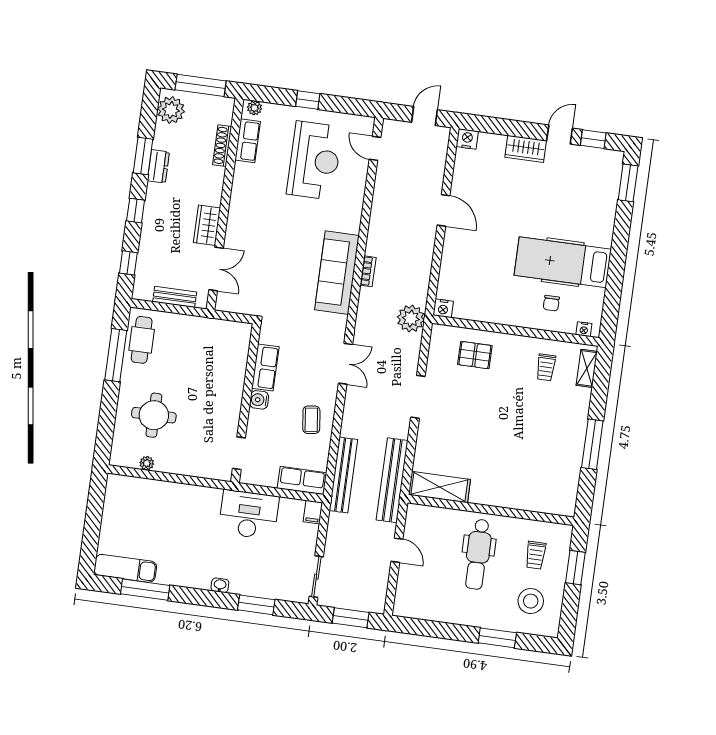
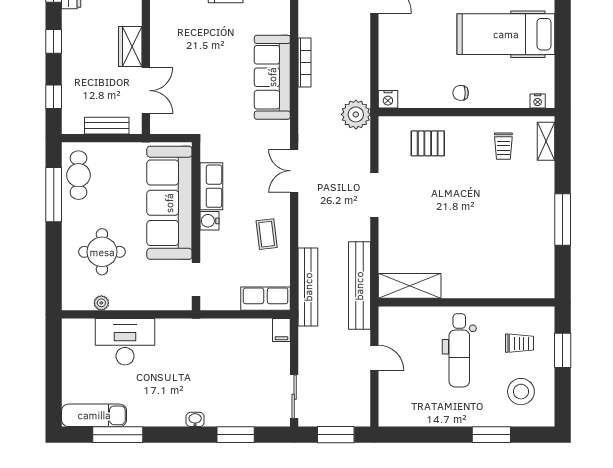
bookcase: (368, 271) -> (304, 63), width x1.56
chair: (551, 303) -> (461, 93), moved, turned 90
double door: (345, 364) -> (294, 171), swing flipped
sofa: (224, 378) -> (169, 203), added
desk: (249, 515) -> (125, 342), moved
trolley: (536, 555) -> (519, 343), turned -90

